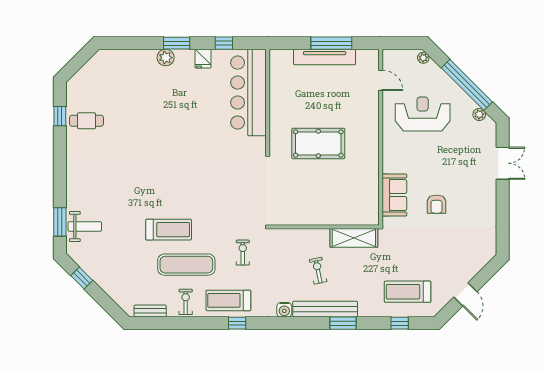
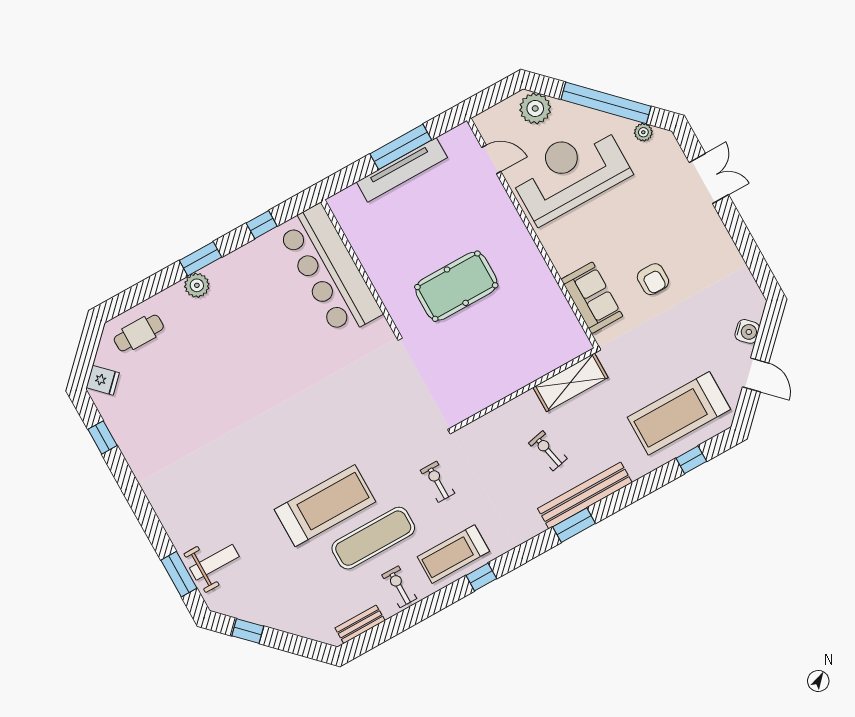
plant: (423, 58) -> (535, 108), width x1.88, depth x1.88
fridge: (203, 59) -> (103, 380), moved, turned -45
reception desk: (423, 114) -> (570, 173), width x1.36, depth x1.30
cafe table: (87, 121) -> (139, 333), moved
treadmill: (169, 230) -> (325, 506), width x1.37, depth x1.38
treadmill: (408, 292) -> (679, 413), width x1.37, depth x1.38
water cooler: (284, 310) -> (747, 331), moved, turned -45
window: (343, 323) -> (574, 525), moved

